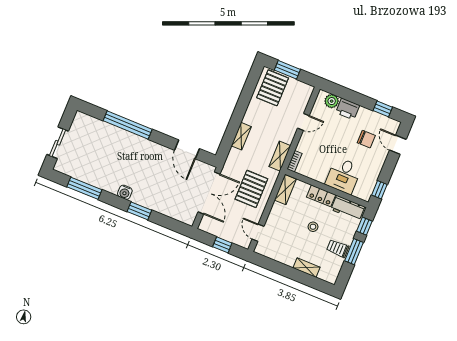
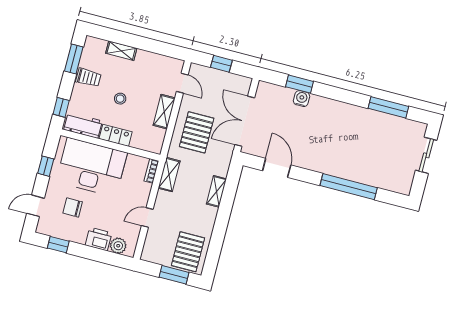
door: (398, 145) -> (35, 206), swing flipped
desk: (344, 176) -> (92, 167), width x1.87, depth x1.30
shelving: (285, 190) -> (164, 112), moved
window: (379, 190) -> (46, 166), moved
water cooler: (125, 192) -> (302, 99), moved
window: (139, 211) -> (299, 84), moved
window: (354, 252) -> (74, 59), moved

